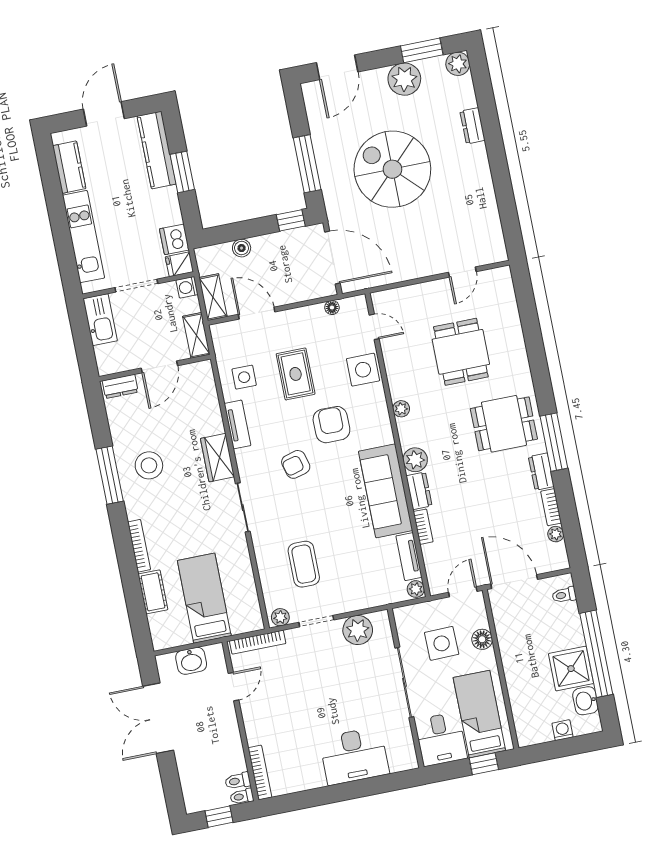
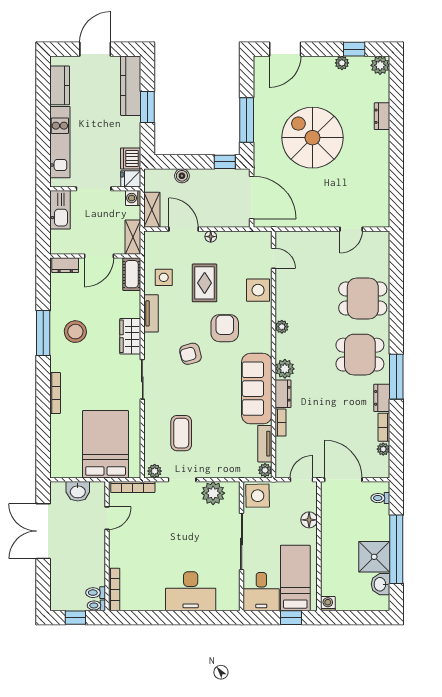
window: (422, 50) -> (354, 49), width x0.67
plant: (404, 79) -> (342, 63), width x0.53, depth x0.53
floor lamp: (332, 307) -> (211, 237), moved
dining table: (461, 352) -> (363, 299), moved, turned 90
cot: (153, 592) -> (132, 274), moved
bed: (204, 598) -> (106, 444), width x1.50
side table: (442, 643) -> (258, 496), moved
washing machine: (563, 730) -> (328, 604), moved

